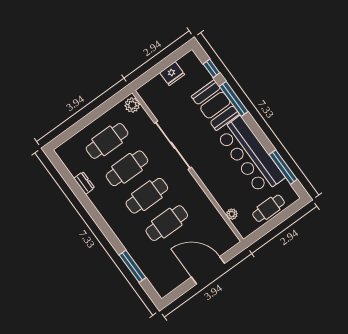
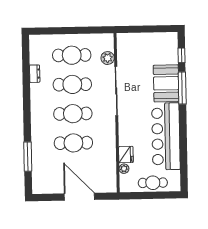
fridge: (172, 74) -> (126, 155), moved, turned -90
plant: (132, 105) -> (108, 58), moved
window: (283, 167) -> (184, 161), removed

